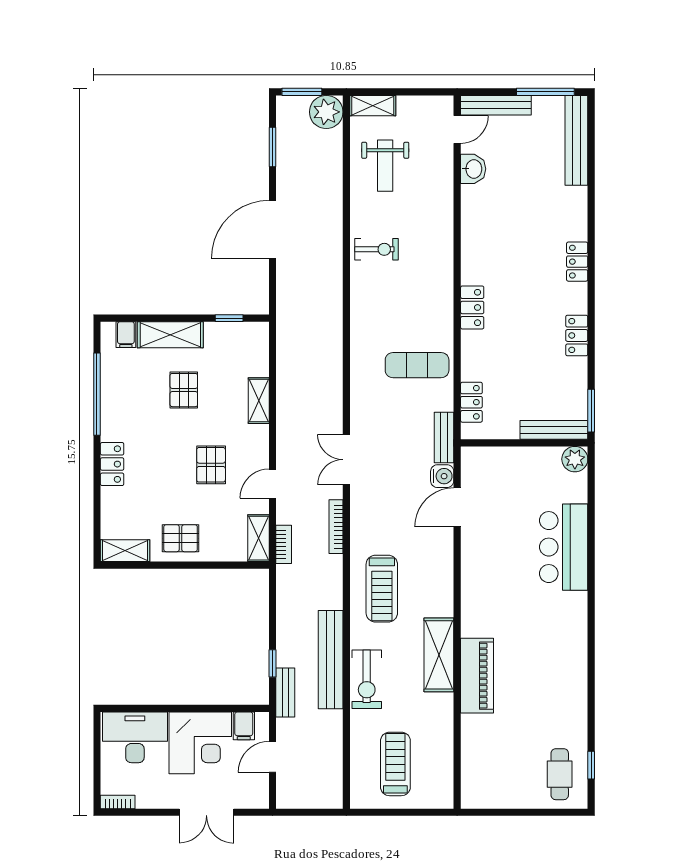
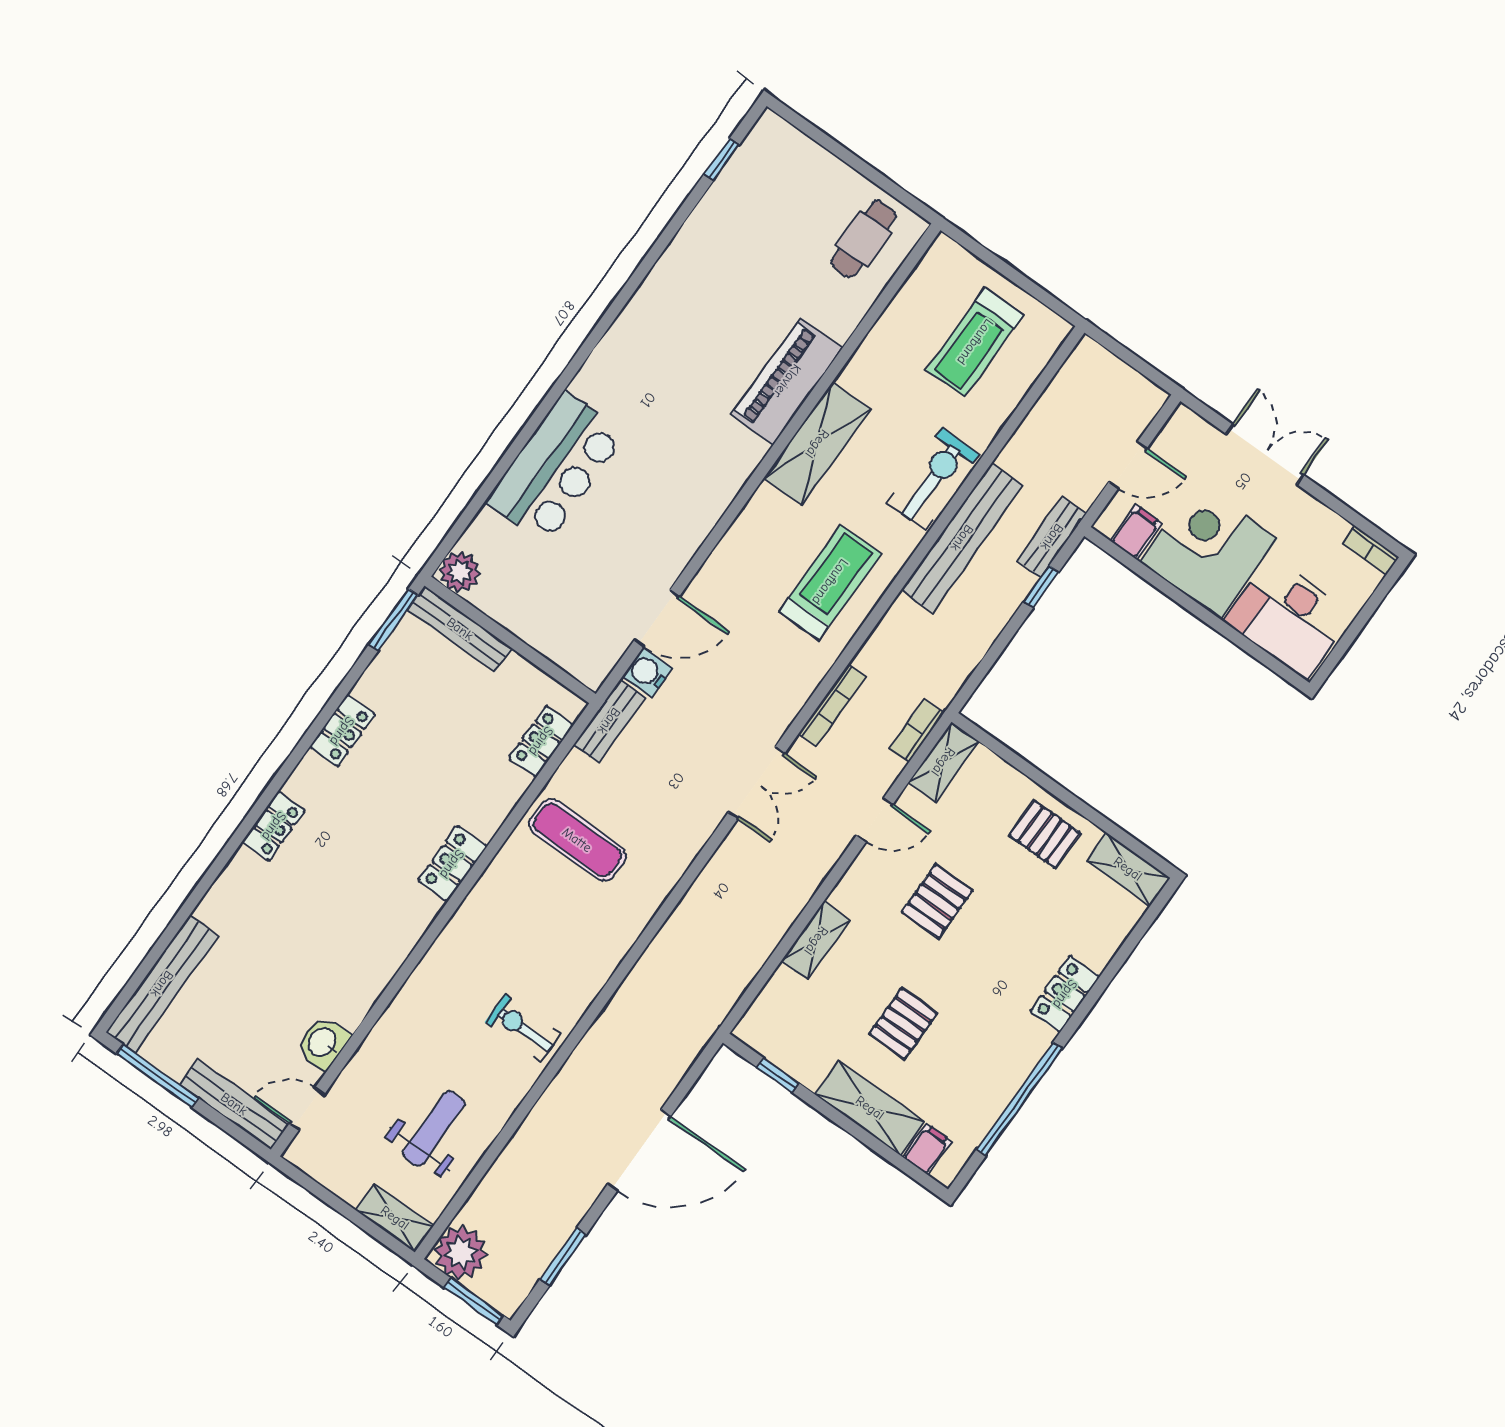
cafe table: (560, 774) -> (864, 239), moved

